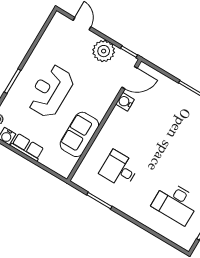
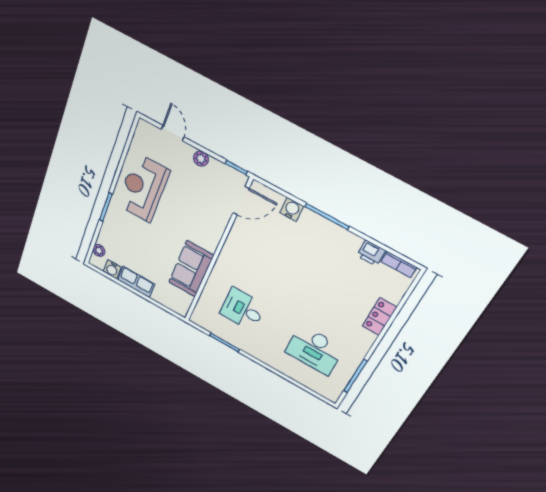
plant: (104, 51) -> (201, 159), width x0.53, depth x0.53
reception desk: (50, 91) -> (143, 188), moved
water cooler: (125, 102) -> (292, 209), moved, turned 90

